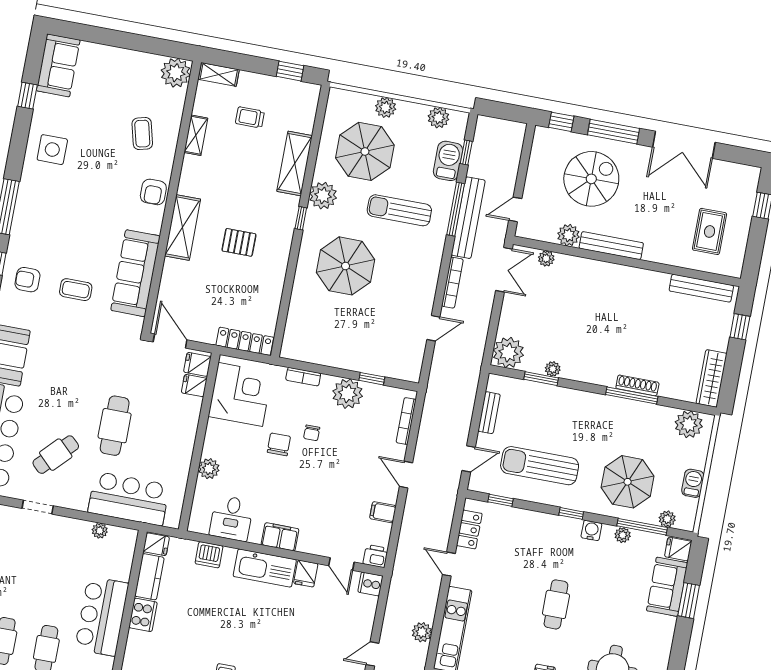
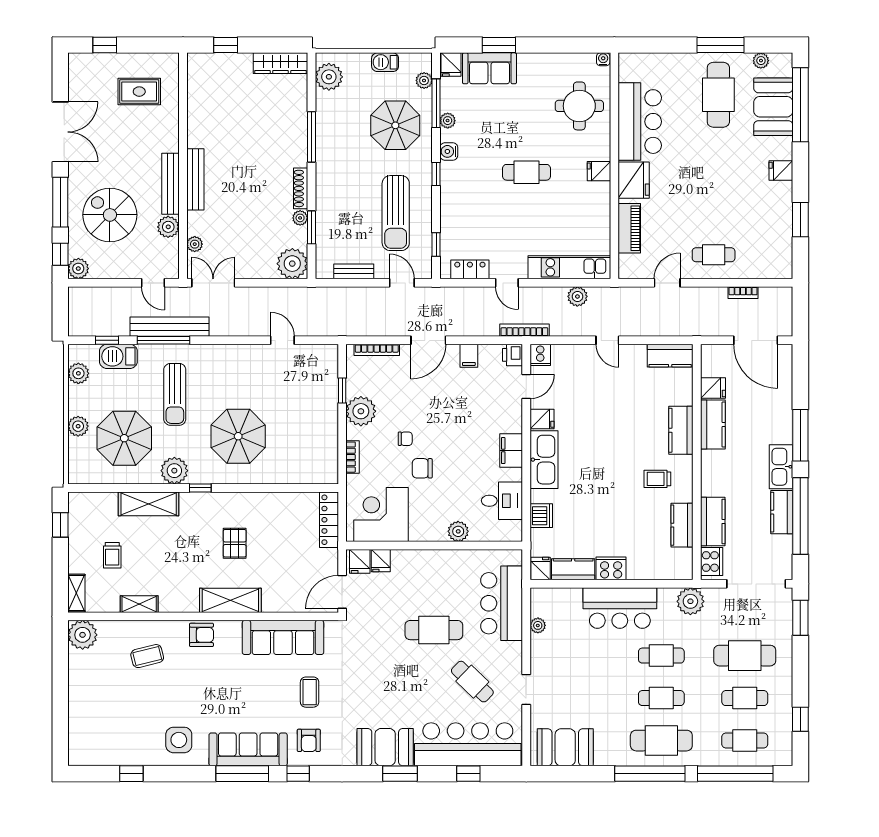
sofa: (58, 65) -> (248, 749), moved, width x1.36
plant: (544, 137) -> (78, 269), added
bookcase: (452, 283) -> (524, 330), moved
bench: (701, 288) -> (195, 179), moved
shoe rack: (637, 385) -> (301, 188), moved
door: (406, 475) -> (428, 340), width x1.38
door: (449, 564) -> (507, 283), hinge flipped

